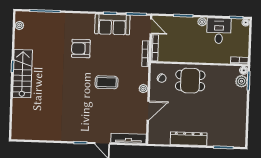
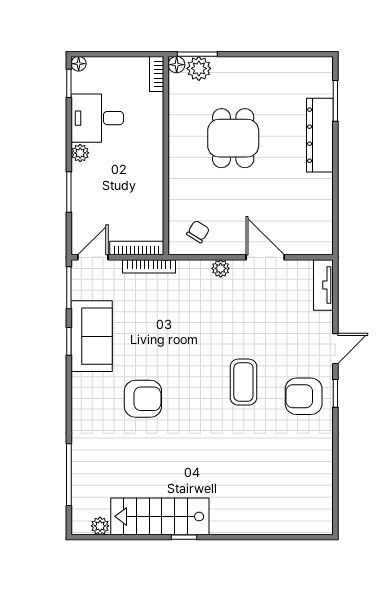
armchair: (81, 49) -> (143, 399), turned -90
stairs: (22, 74) -> (160, 516), moved
dining table: (190, 81) -> (233, 138), moved
coffee table: (107, 82) -> (243, 382), moved
armchair: (79, 127) -> (304, 396), added
tv unit: (128, 138) -> (323, 285), width x0.71
dresser: (189, 139) -> (320, 135), moved

